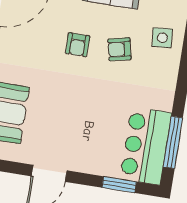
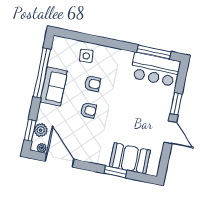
armchair: (119, 49) -> (93, 84), turned -77
window: (119, 185) -> (176, 104), moved

